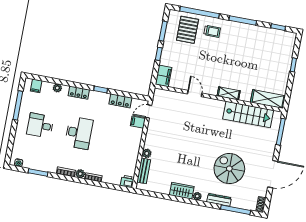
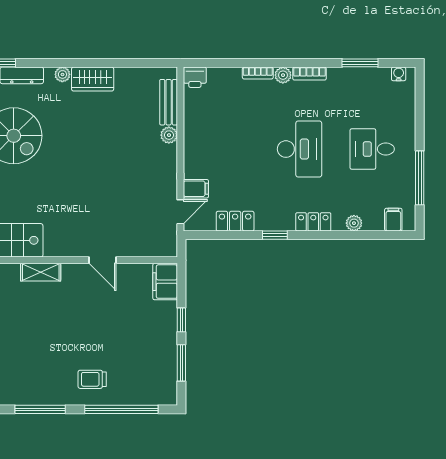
pallet: (188, 30) -> (137, 373), removed
desk: (40, 126) -> (372, 149), turned 180
desk: (79, 133) -> (300, 149), turned 180

